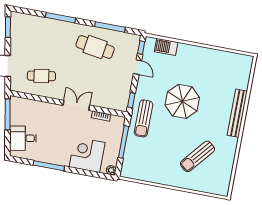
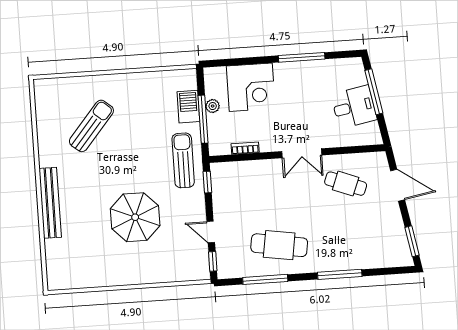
barbecue: (166, 47) -> (188, 107), moved, turned -90
cafe table: (41, 76) -> (346, 184), turned 30
parasol: (182, 101) -> (135, 217), moved
double door: (76, 105) -> (302, 153), moved
window: (8, 114) -> (374, 92), moved
desk: (23, 138) -> (354, 107), moved
plant: (111, 170) -> (213, 106), moved

